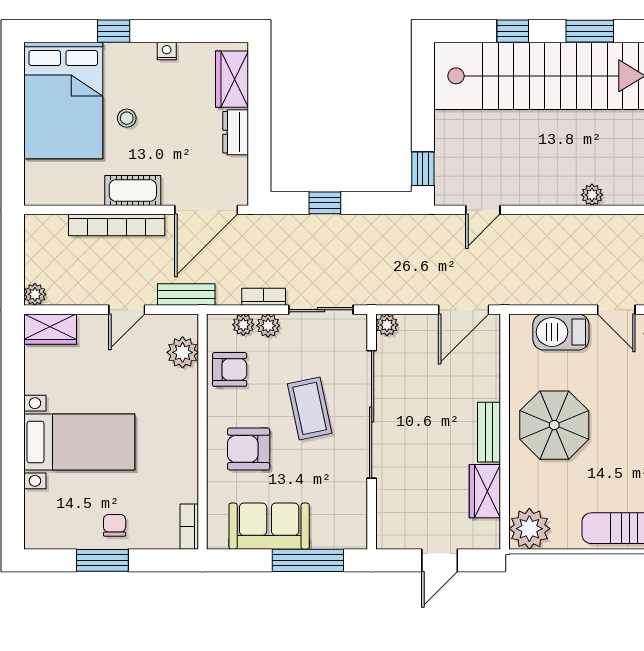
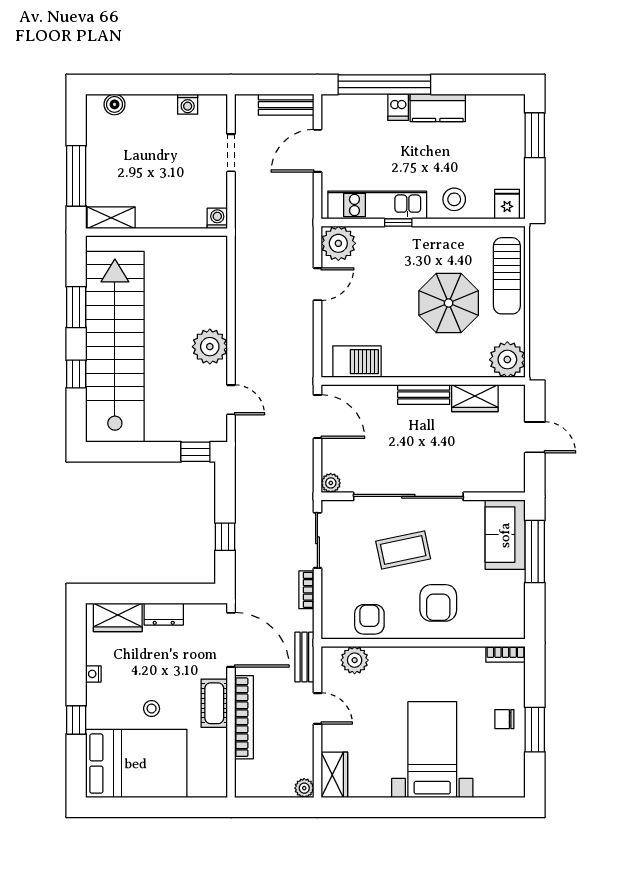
plant: (592, 195) -> (210, 347), moved, width x1.88, depth x1.88
plant: (243, 325) -> (331, 608), removed
plant: (268, 326) -> (331, 586), removed
barbecue: (561, 332) -> (357, 362), moved, turned -90
parasol: (554, 425) -> (449, 303), moved
sofa: (269, 526) -> (505, 535), moved

